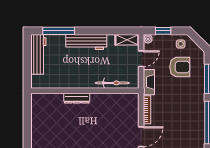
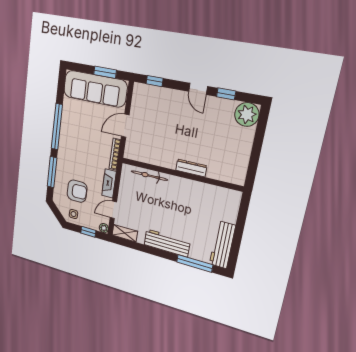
armchair: (180, 67) -> (77, 191), turned 180
bicycle: (112, 83) -> (149, 176), moved
wall: (85, 91) -> (181, 174), moved
dresser: (77, 98) -> (191, 168), moved

